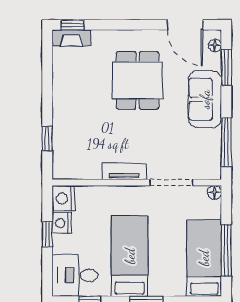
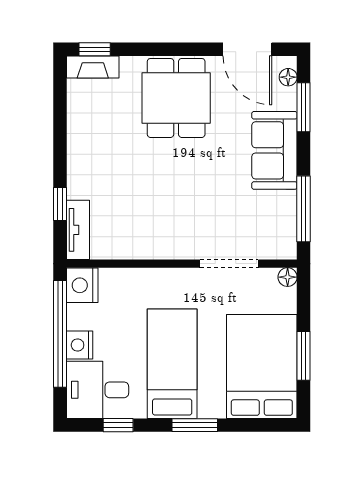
dining table: (138, 80) -> (176, 98), moved
tv unit: (124, 171) -> (78, 230), moved, turned 90
nightstand: (62, 223) -> (80, 345), moved
window: (47, 234) -> (60, 334), width x3.17
window: (226, 250) -> (304, 356), width x0.69
bed: (204, 258) -> (262, 366), width x1.50

